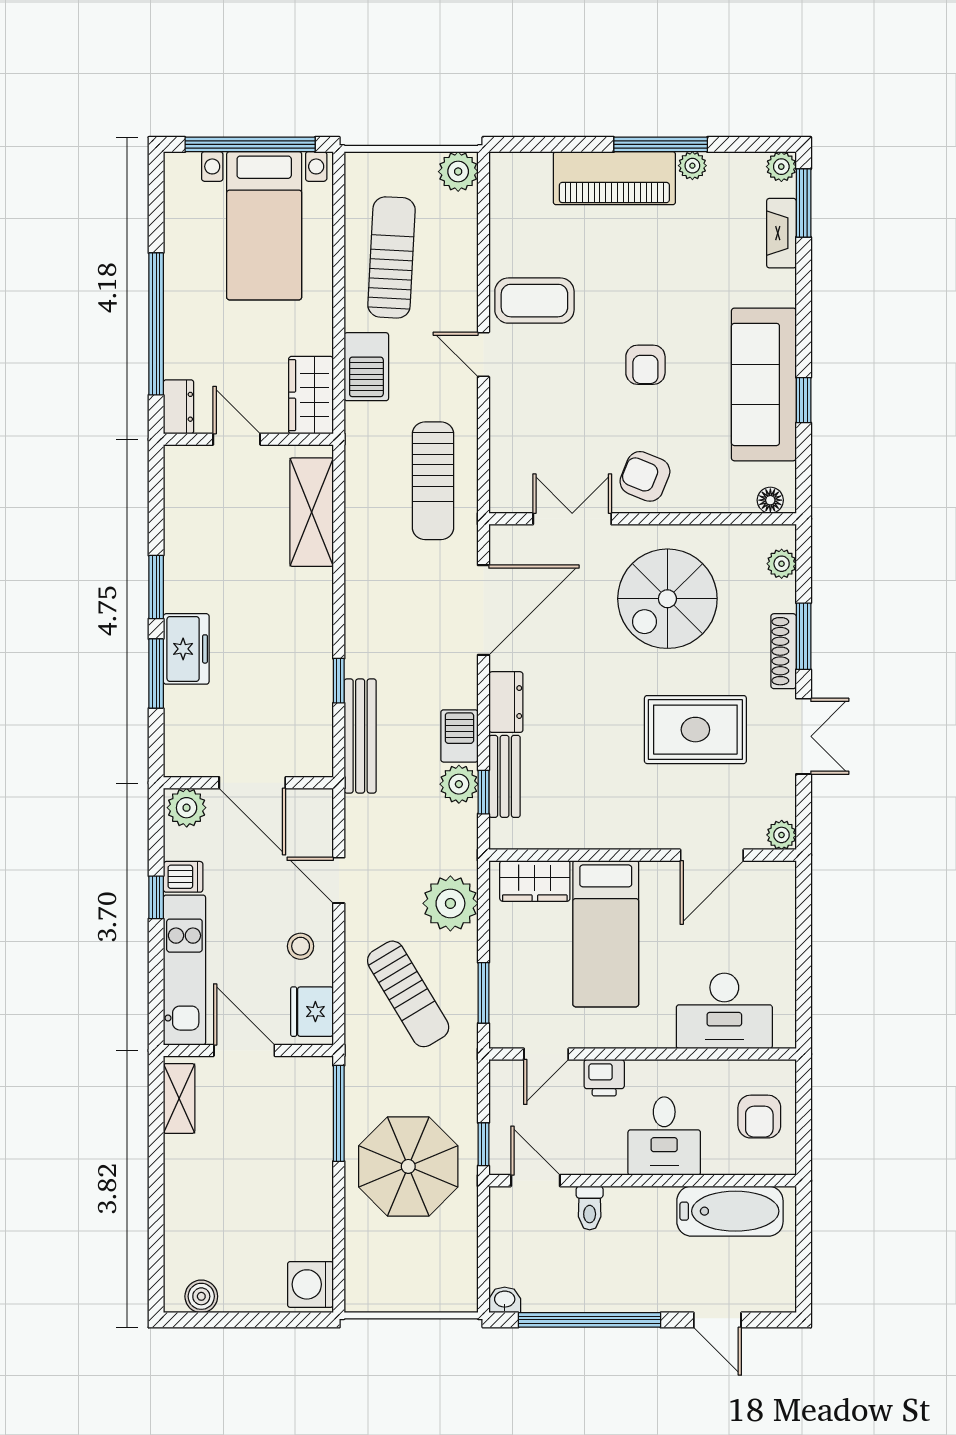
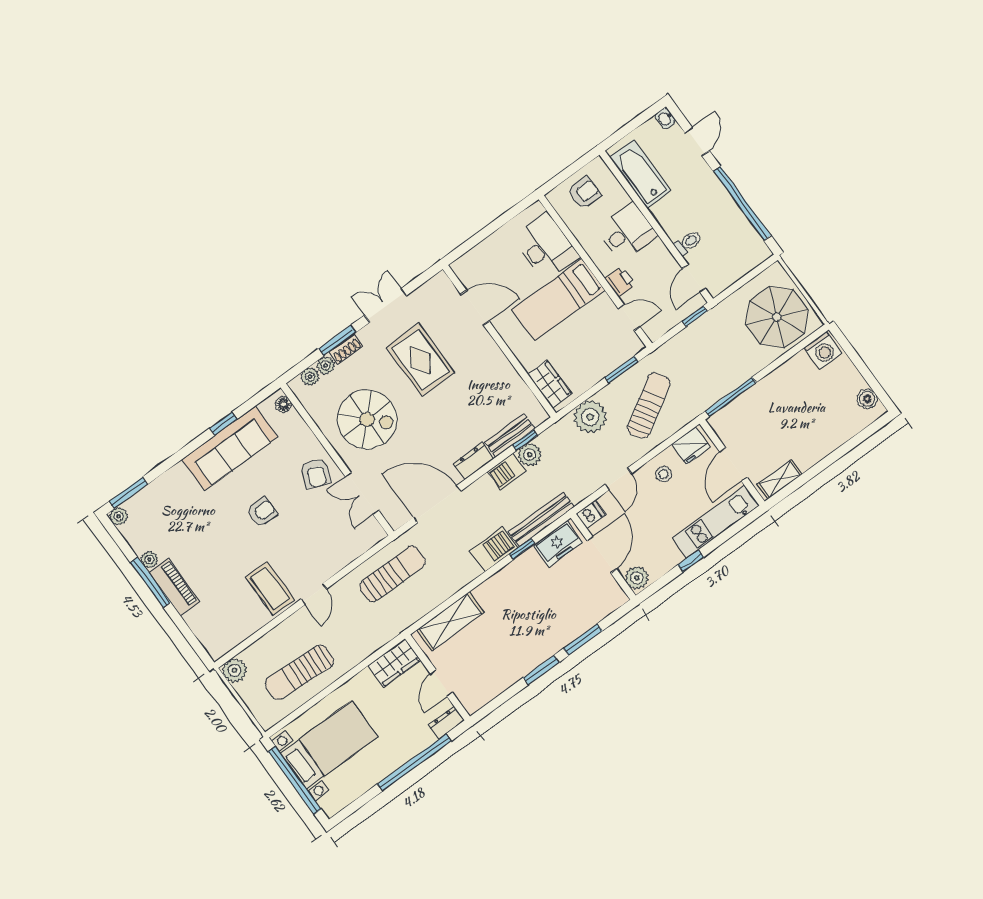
piano: (614, 178) -> (174, 587), width x0.73, depth x0.75
fireplace: (781, 233) -> (151, 493), removed
barbecue: (366, 367) -> (494, 549), moved
freezer: (186, 649) -> (558, 544), moved, turned 180
shoe rack: (784, 651) -> (346, 349), width x0.70
plant: (782, 835) -> (326, 365), moved
dishwasher: (183, 877) -> (591, 514), moved, turned 90
bed: (606, 934) -> (558, 300), moved, turned 180
parasol: (408, 1166) -> (777, 317), moved
washbasin: (505, 1300) -> (665, 118), moved

